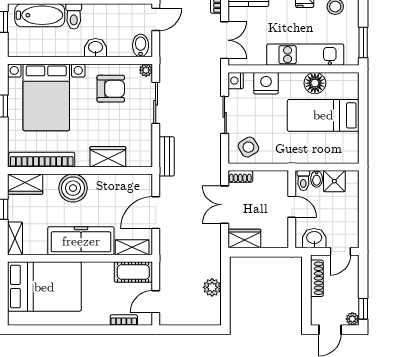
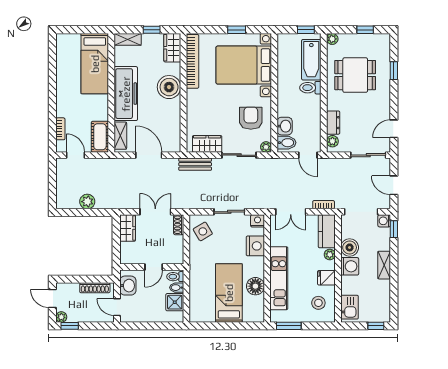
washbasin: (96, 48) -> (285, 126), moved
armchair: (111, 89) -> (251, 118), turned 180
wardrobe: (108, 157) -> (207, 144), moved, turned -90
bed: (44, 287) -> (95, 64), width x0.67

